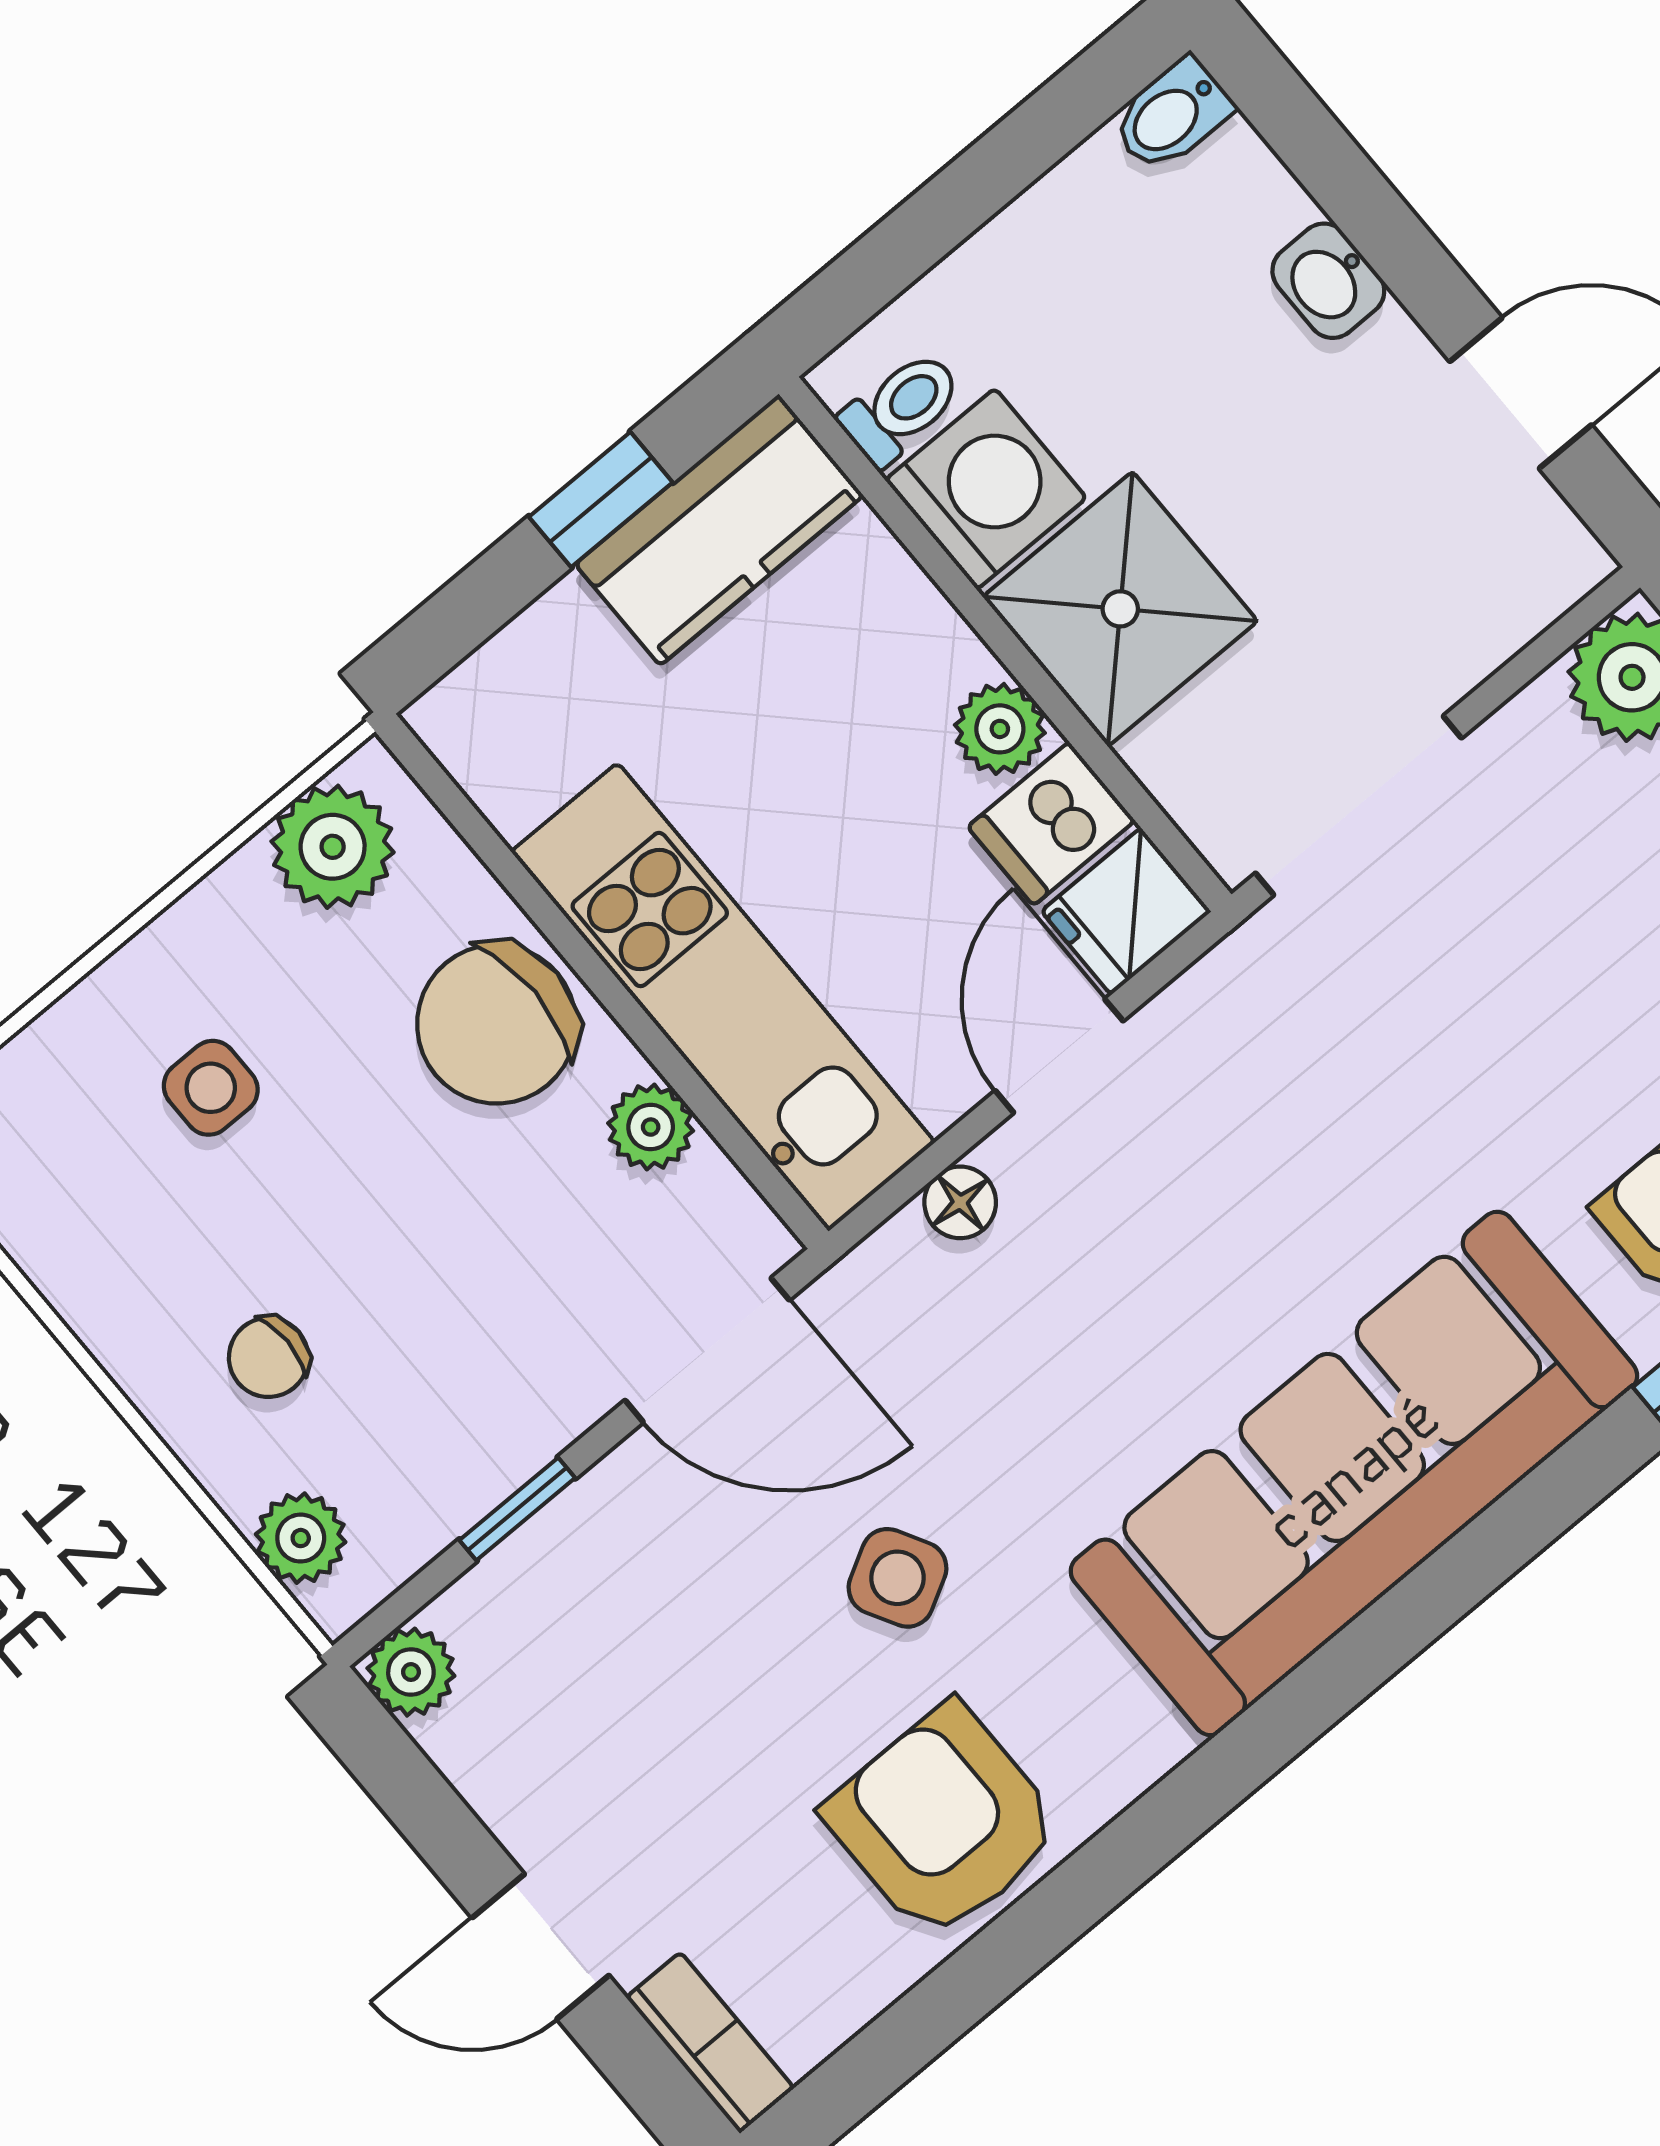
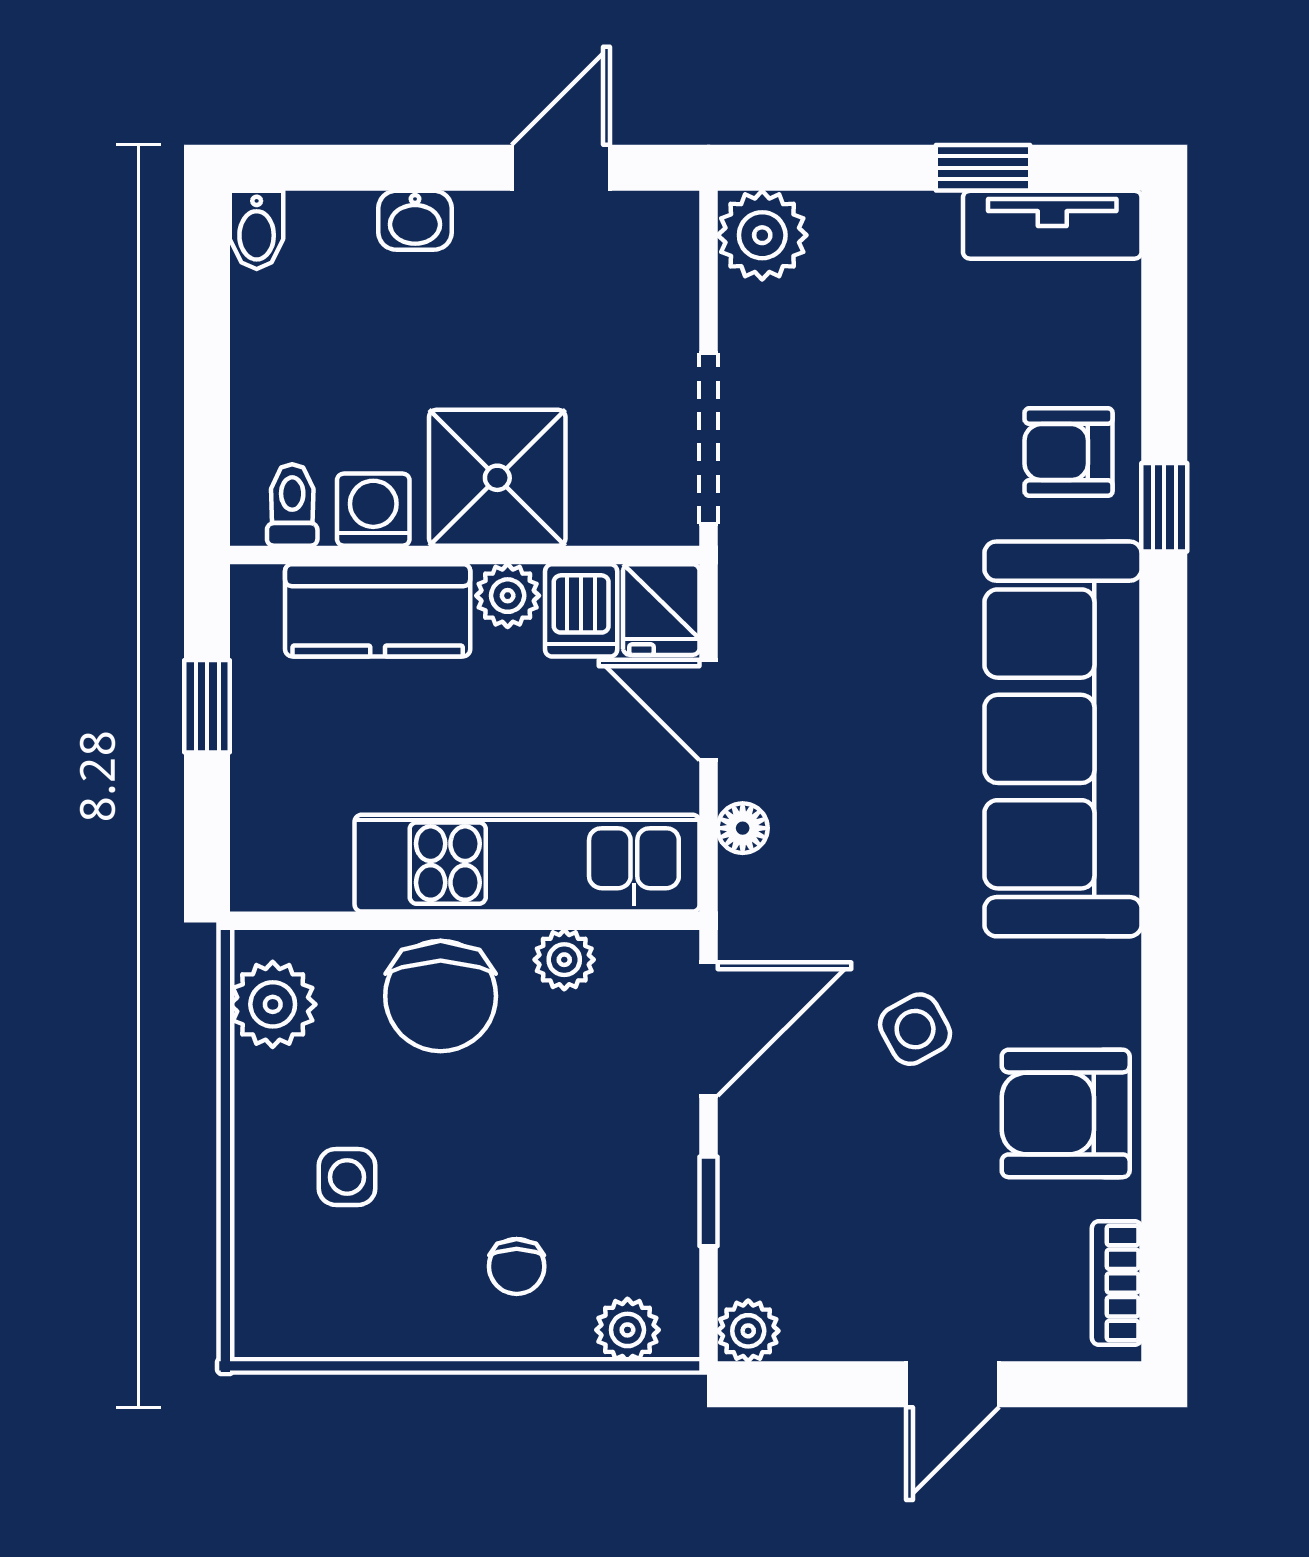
washing machine: (986, 489) -> (373, 510), width x0.73, depth x0.73
kitchen counter: (719, 530) -> (378, 610), moved, turned 90
bookcase: (710, 2043) -> (1117, 1283), moved, turned -90

